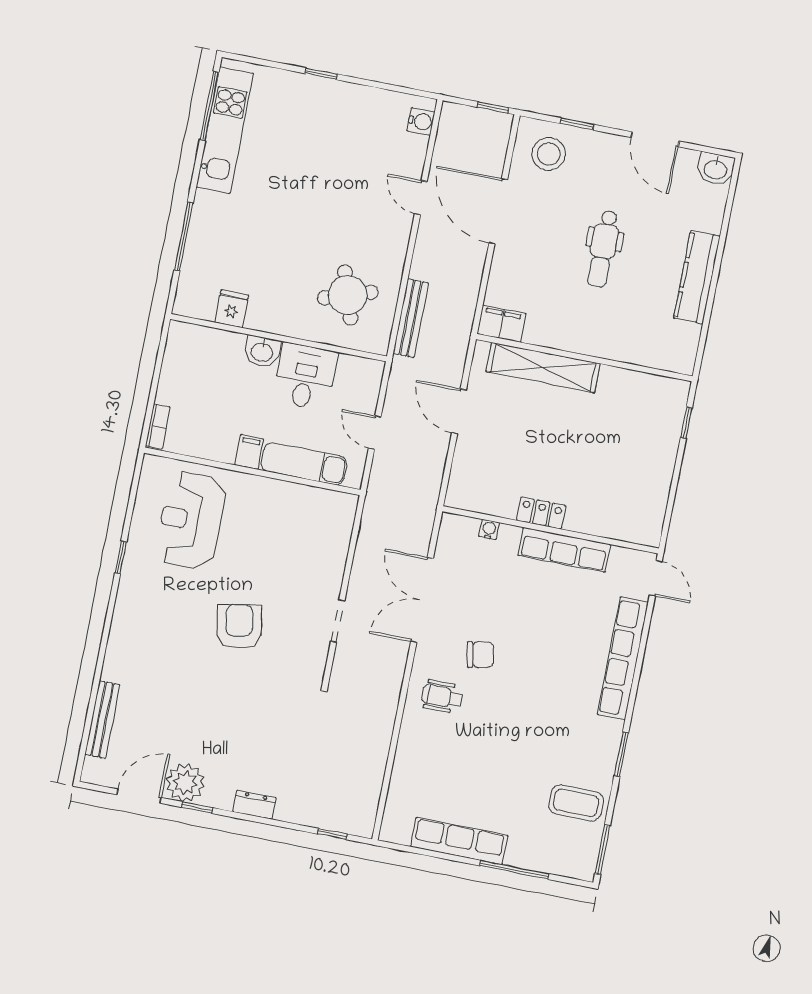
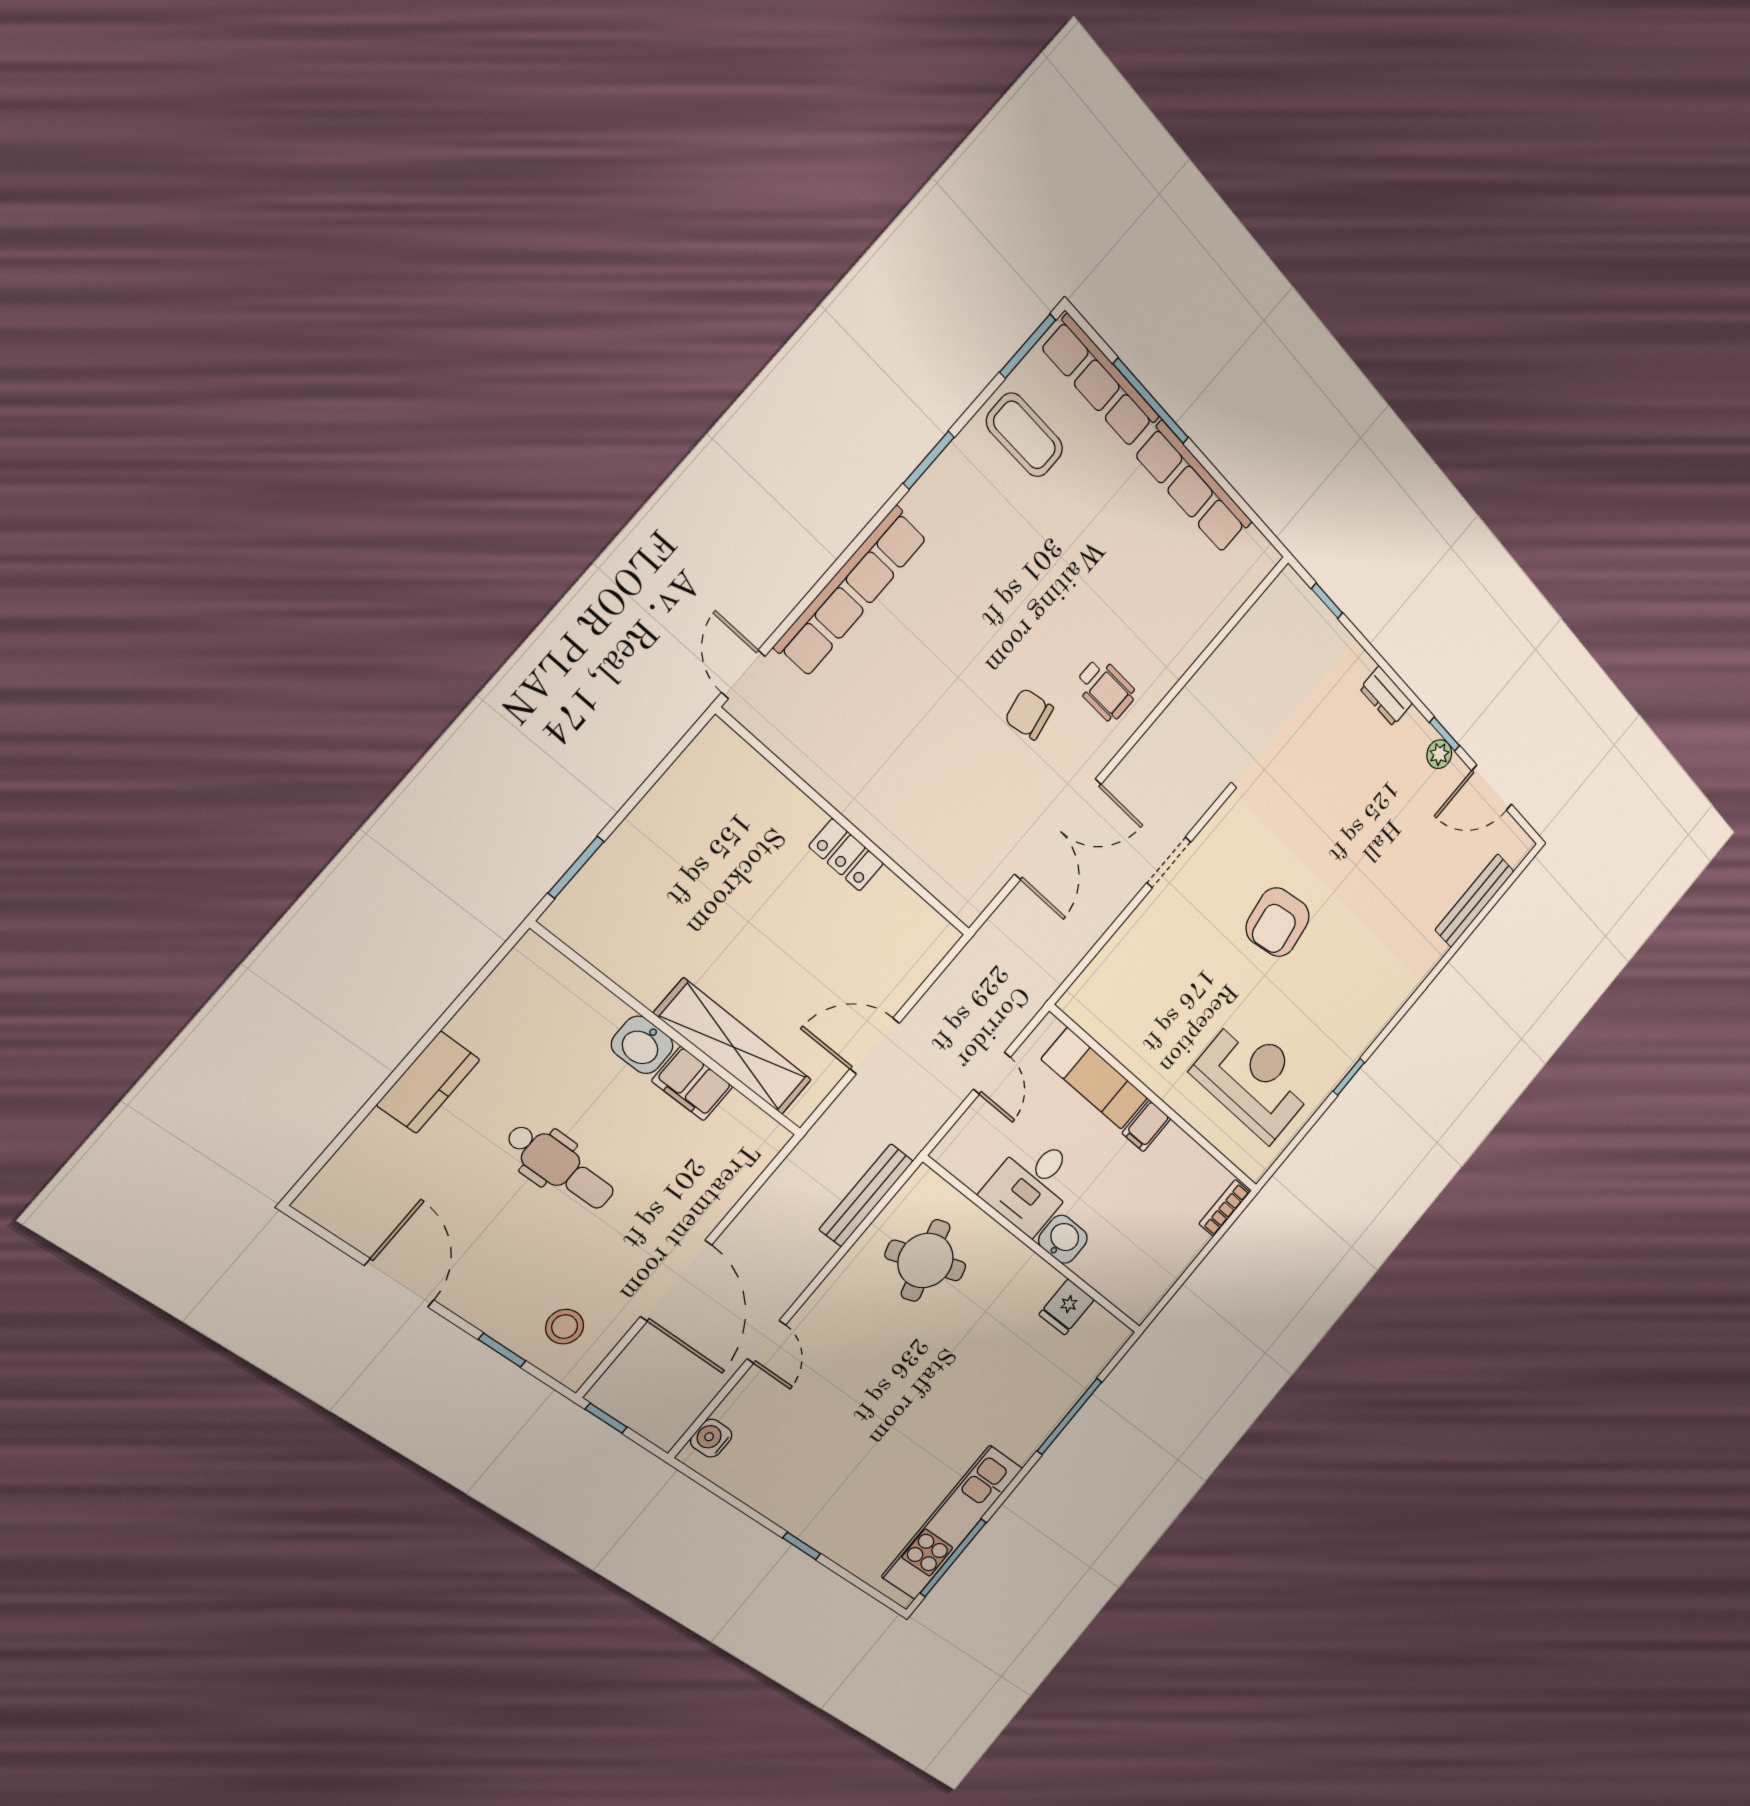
stool: (549, 154) -> (565, 1327), width x0.73, depth x0.73
washbasin: (716, 169) -> (642, 1045), moved, turned 180
dental chair: (603, 249) -> (560, 1167), turned 90
kitchen counter: (697, 277) -> (428, 1082), width x0.67
filing cabinet: (502, 324) -> (692, 1084), moved
door: (459, 411) -> (875, 1046), swing flipped
window: (686, 423) -> (576, 867), width x1.50
reception desk: (191, 520) -> (1254, 1079), turned -90
water cooler: (489, 529) -> (925, 871), removed
row of seats: (564, 550) -> (1100, 382), moved, turned 180
plant: (185, 783) -> (1439, 754), width x0.53, depth x0.53

